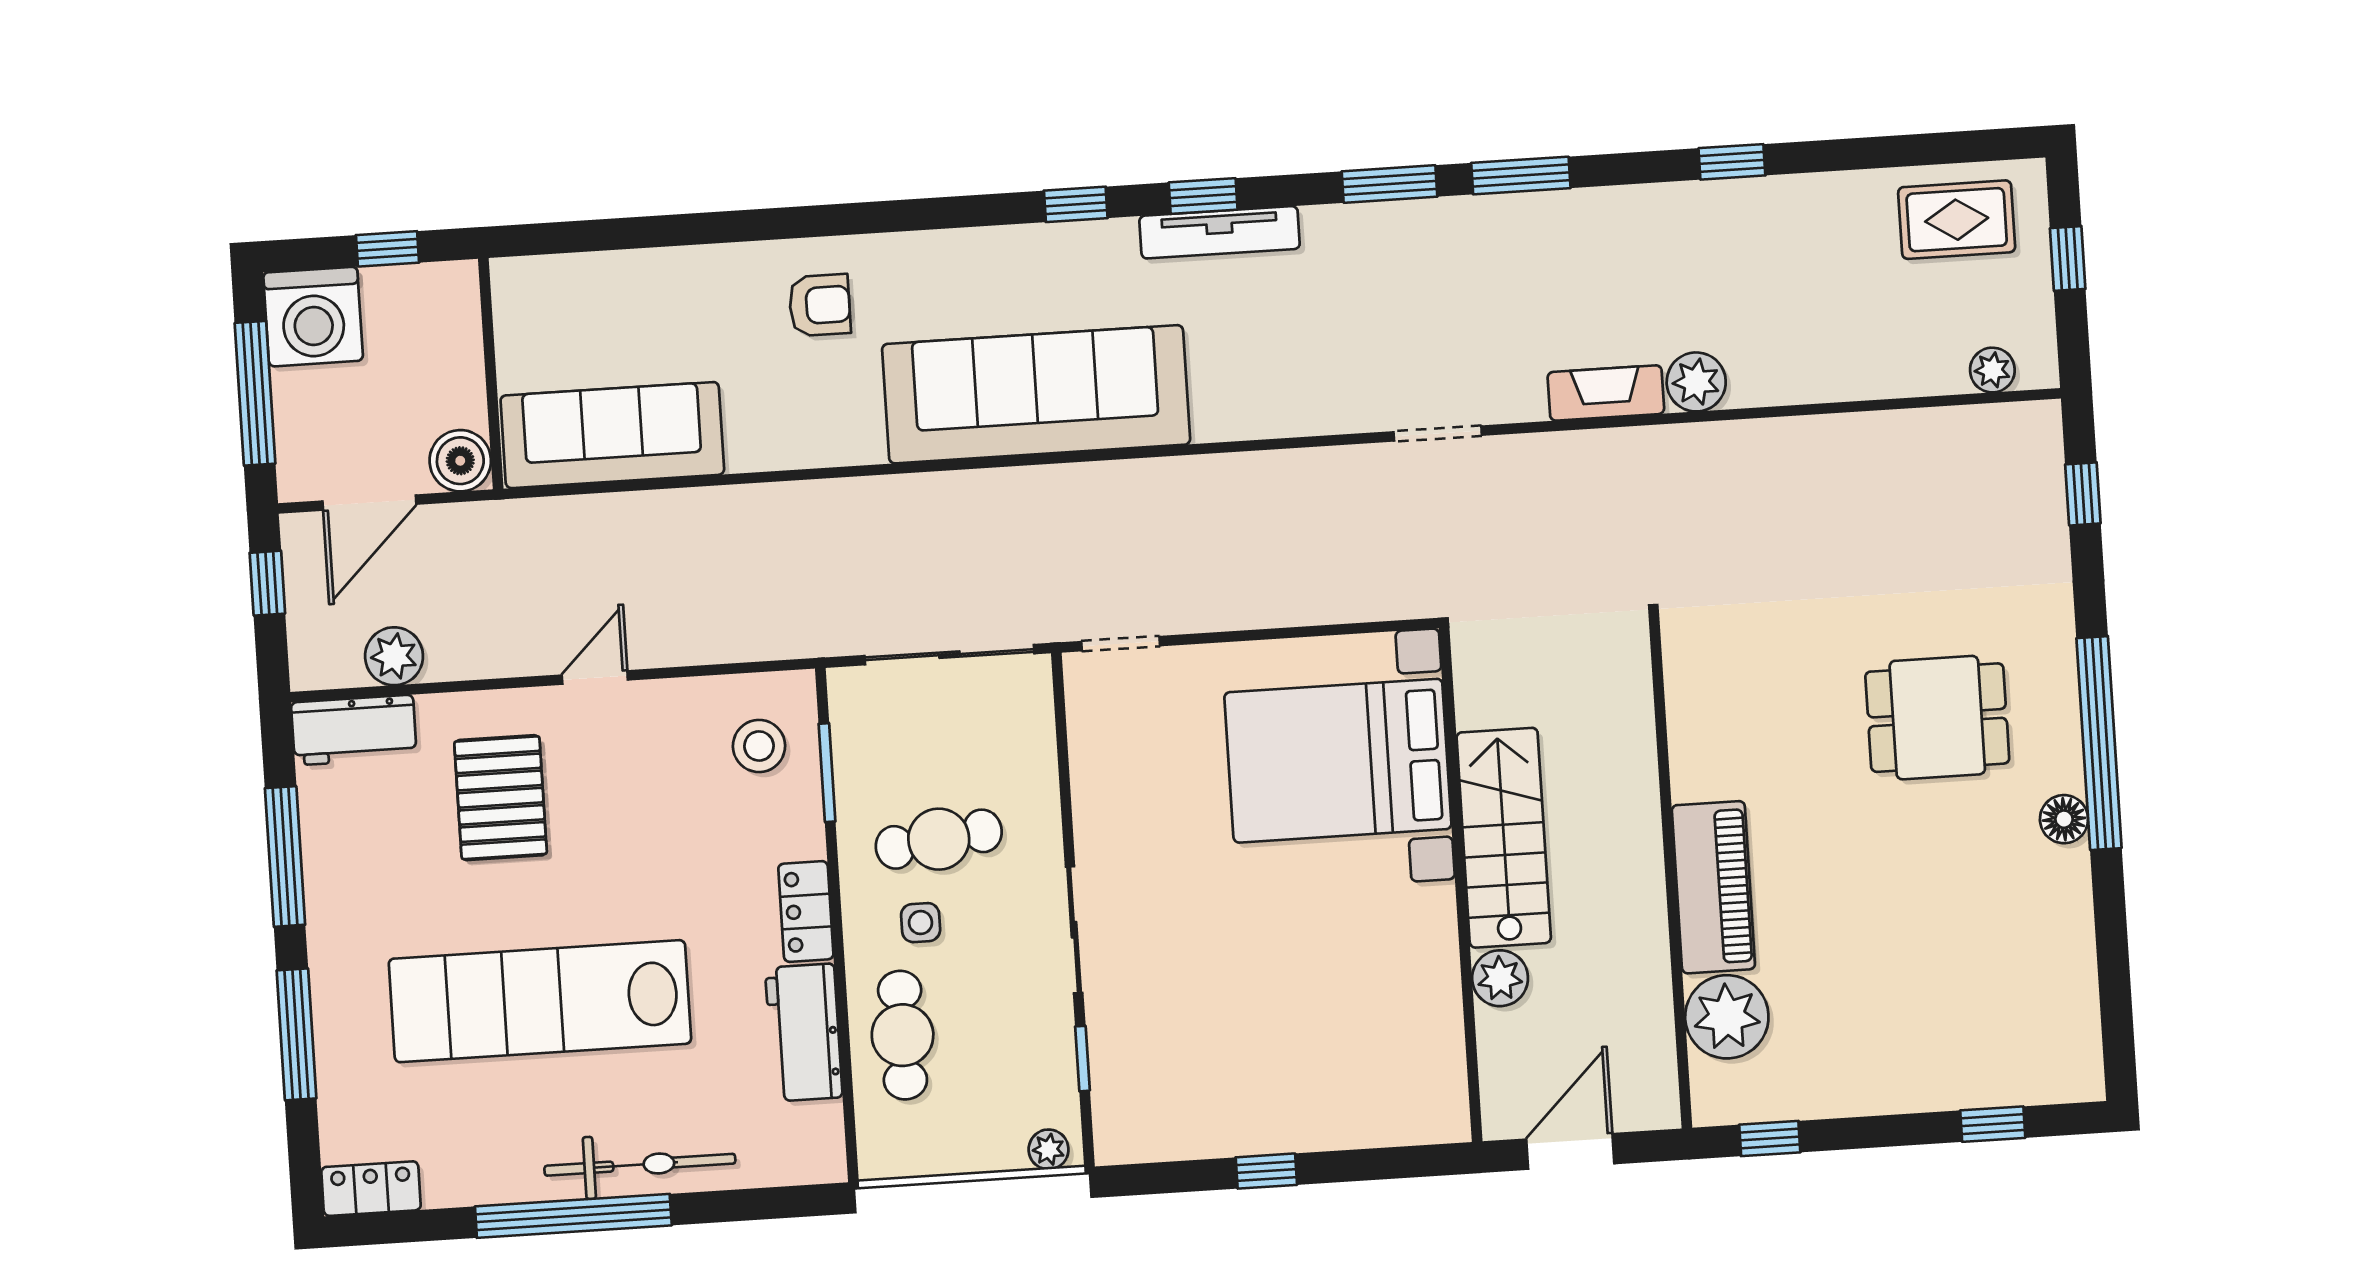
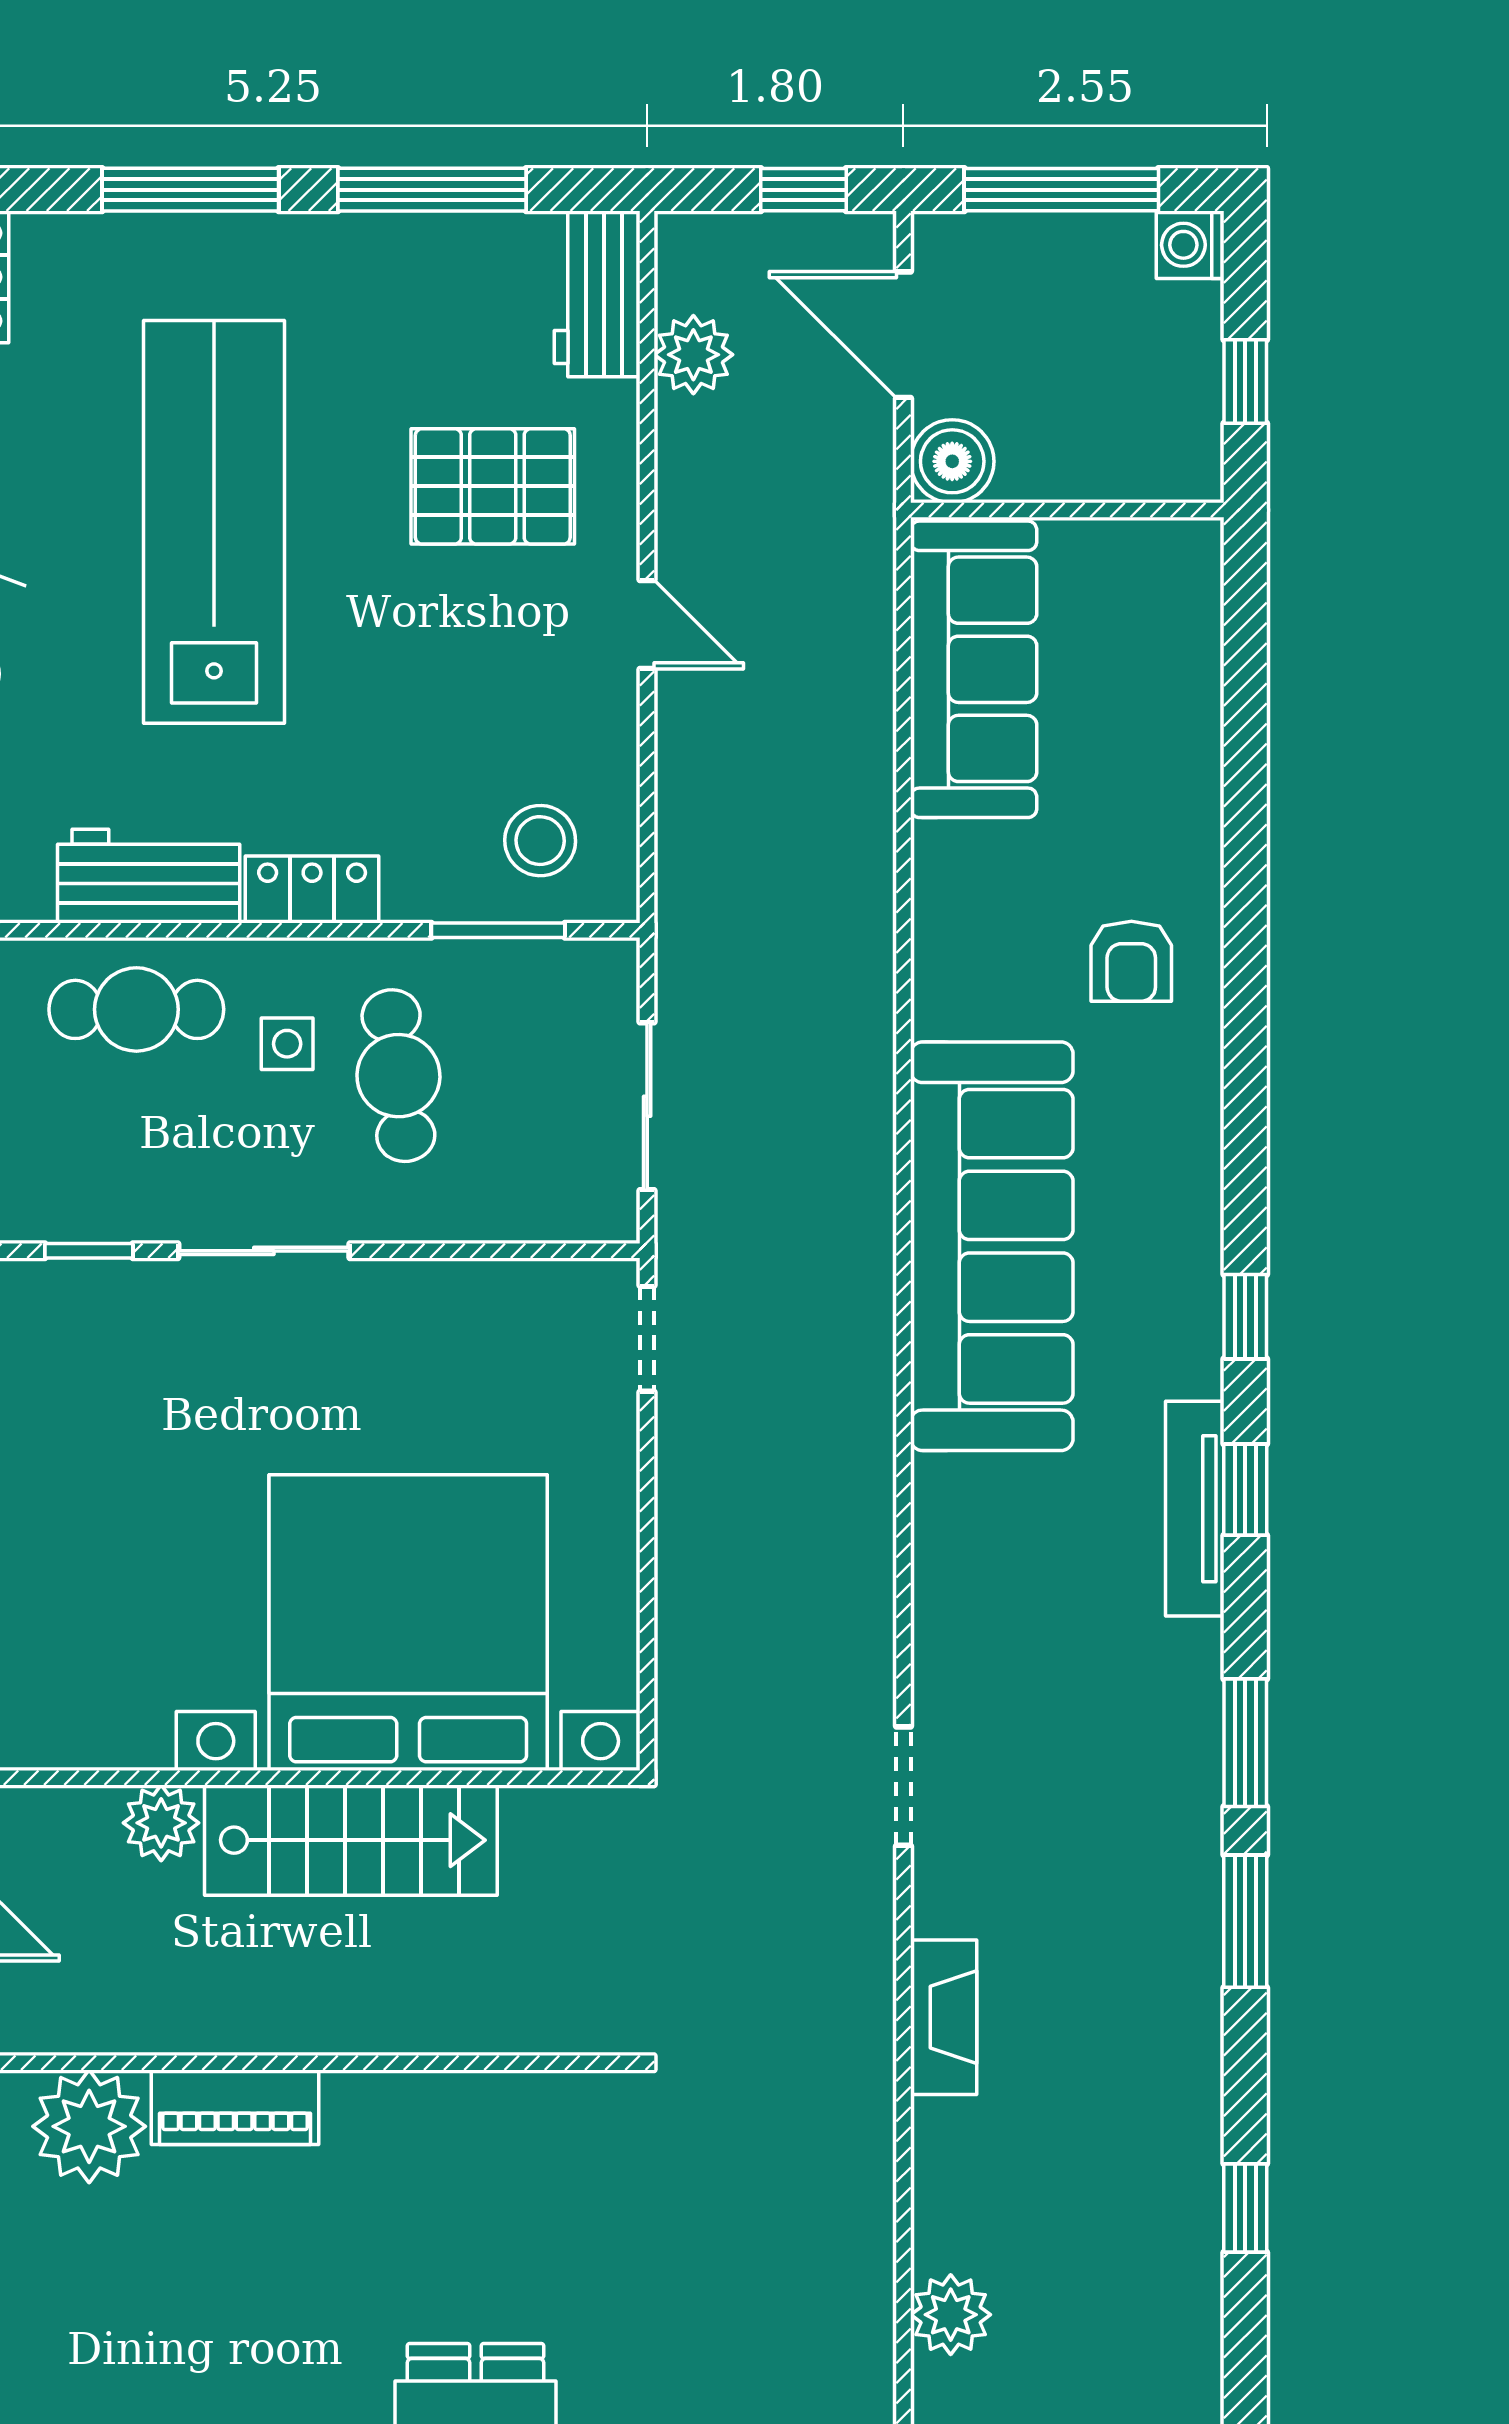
washing machine: (313, 317) -> (1190, 245), width x0.53, depth x0.53
plant: (1696, 382) -> (951, 2315), moved
sliding door: (949, 655) -> (647, 1106), width x0.73
bed with nightstands: (1338, 761) -> (408, 1623), width x1.36
piano: (1713, 887) -> (235, 2107), width x0.73, depth x0.75

